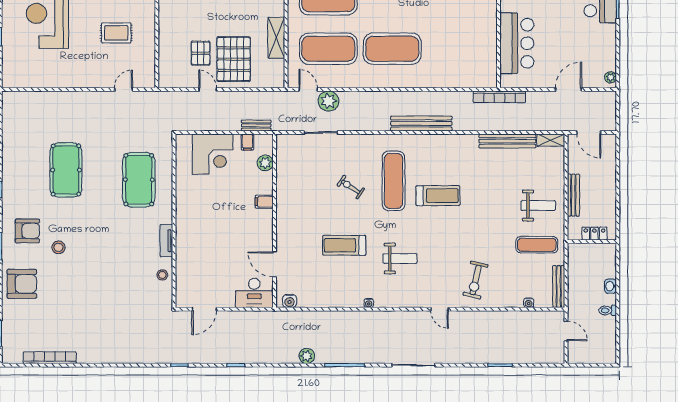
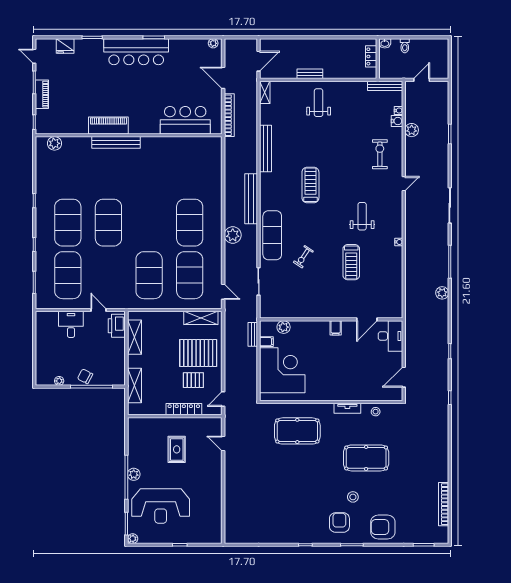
shelving: (276, 38) -> (201, 318), moved
locker: (165, 42) -> (184, 409), added
door: (208, 89) -> (223, 399), moved
door: (308, 89) -> (223, 292), swing flipped
bookcase: (499, 97) -> (229, 115), moved
plant: (328, 101) -> (233, 235), moved
bench: (507, 141) -> (266, 149), moved
corner desk: (213, 154) -> (282, 370), width x1.36, depth x1.36
pool table: (66, 170) -> (366, 458), moved
exercise mat: (394, 181) -> (272, 235), moved, turned 90
bench: (573, 195) -> (310, 74), width x0.73
filing cabinet: (264, 202) -> (336, 328), moved
locker: (594, 234) -> (371, 56), moved
wall: (592, 242) -> (378, 59), moved
exercise mat: (537, 245) -> (351, 104), removed
exercise bike: (476, 280) -> (380, 154), turned -103
armchair: (22, 284) -> (383, 527), turned -90
water cooler: (290, 301) -> (397, 121), moved
door: (204, 309) -> (404, 377), swing flipped
plant: (505, 319) -> (412, 130), added

